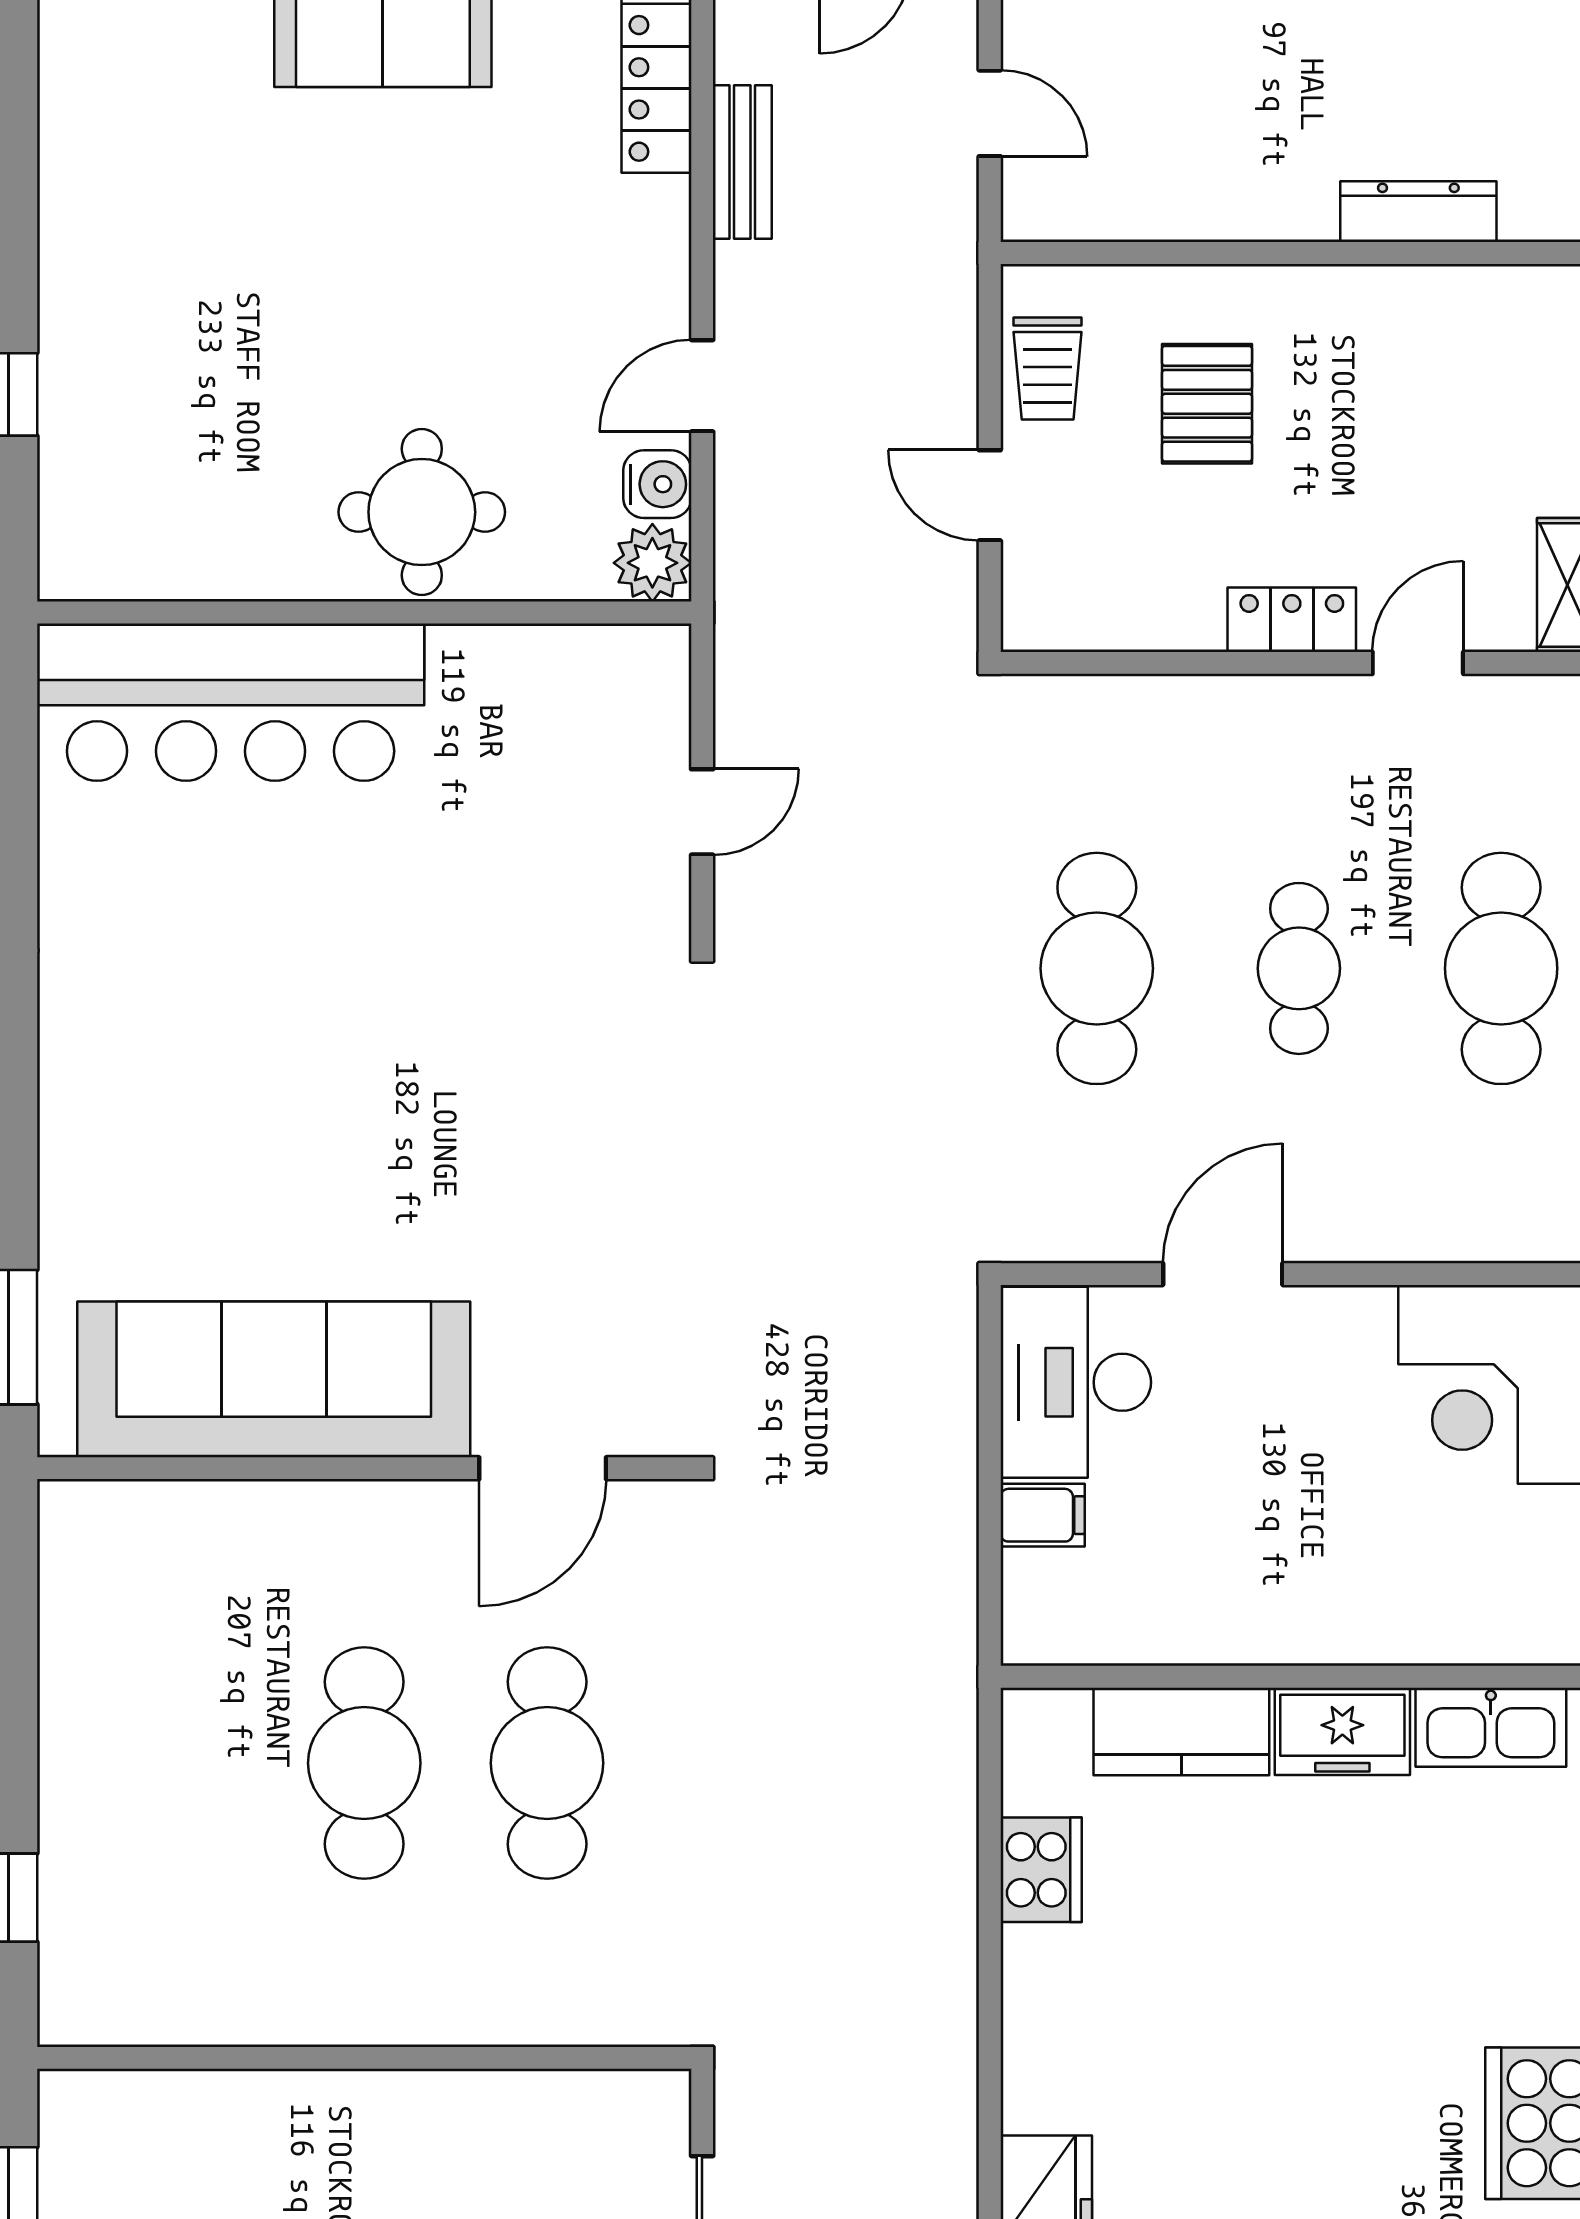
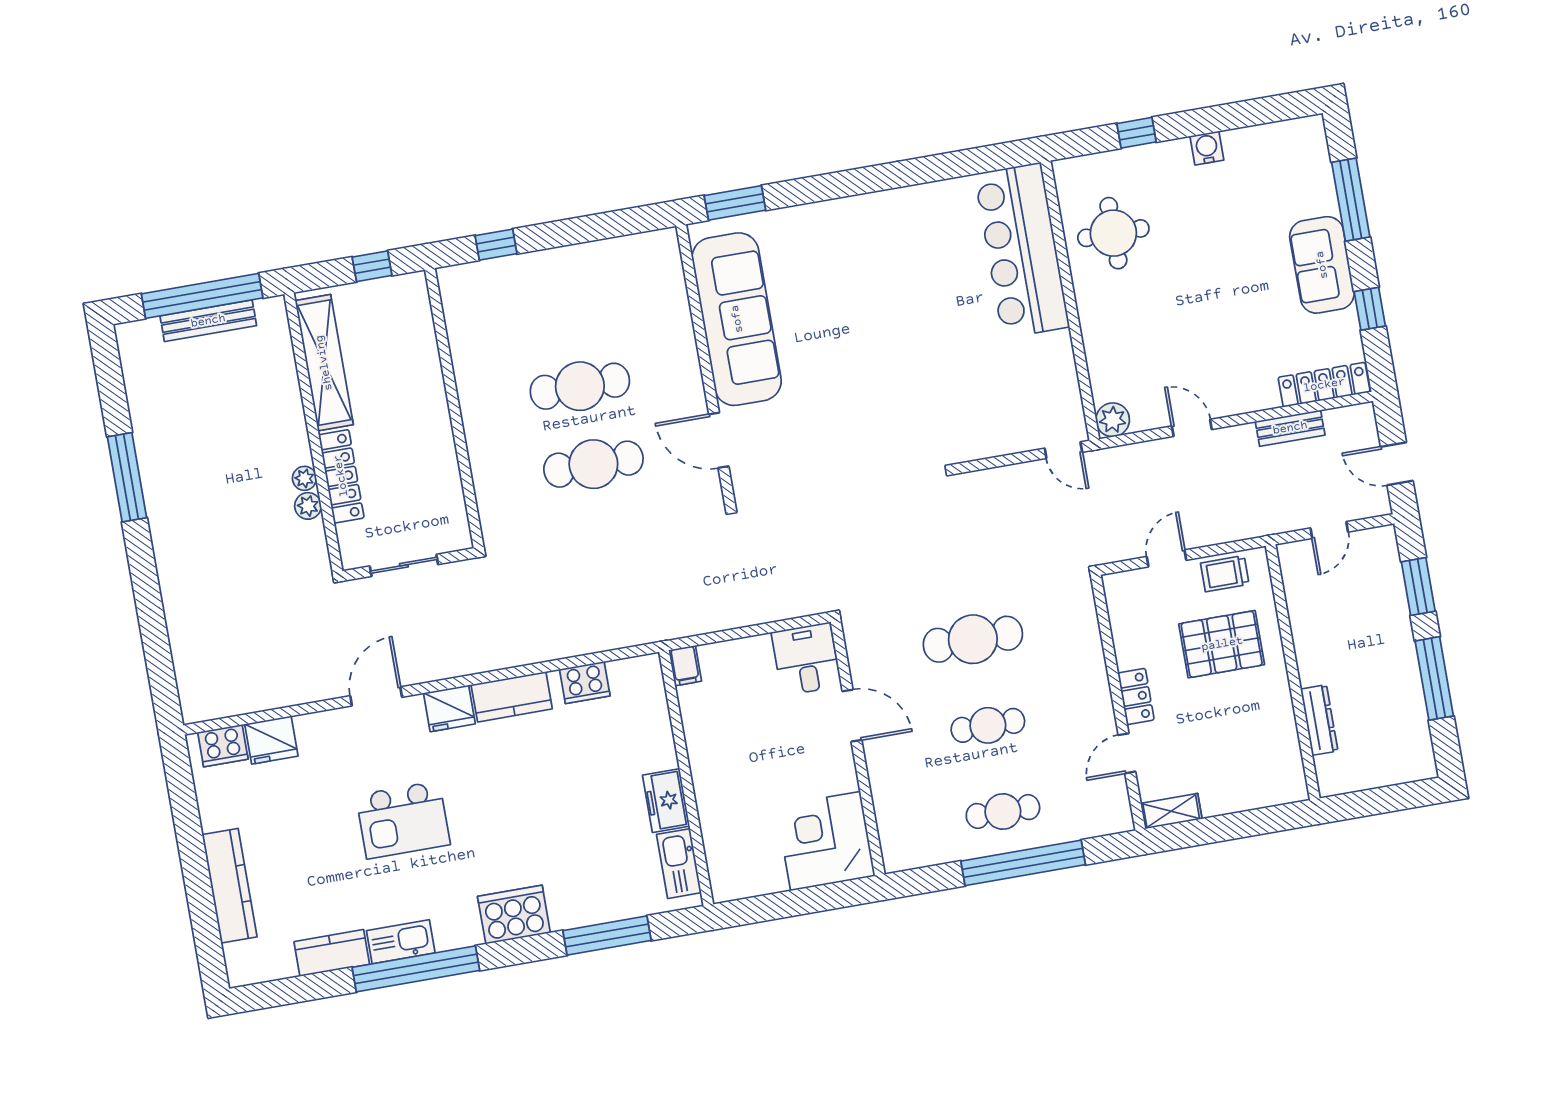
pallet: (1207, 404) -> (1222, 644), width x1.50, depth x1.42
water cooler: (657, 484) -> (1207, 148), moved, turned 180
round table: (422, 512) -> (1113, 233), moved
door: (1418, 663) -> (1127, 753), swing flipped
door: (702, 812) -> (1063, 450), moved
cafe table: (1501, 968) -> (1003, 812), width x0.73, depth x0.74
desk: (1076, 1382) -> (806, 659), width x0.73
filing cabinet: (1043, 1515) -> (685, 666), moved
kitchen counter: (1181, 1731) -> (512, 697), moved, turned -90

